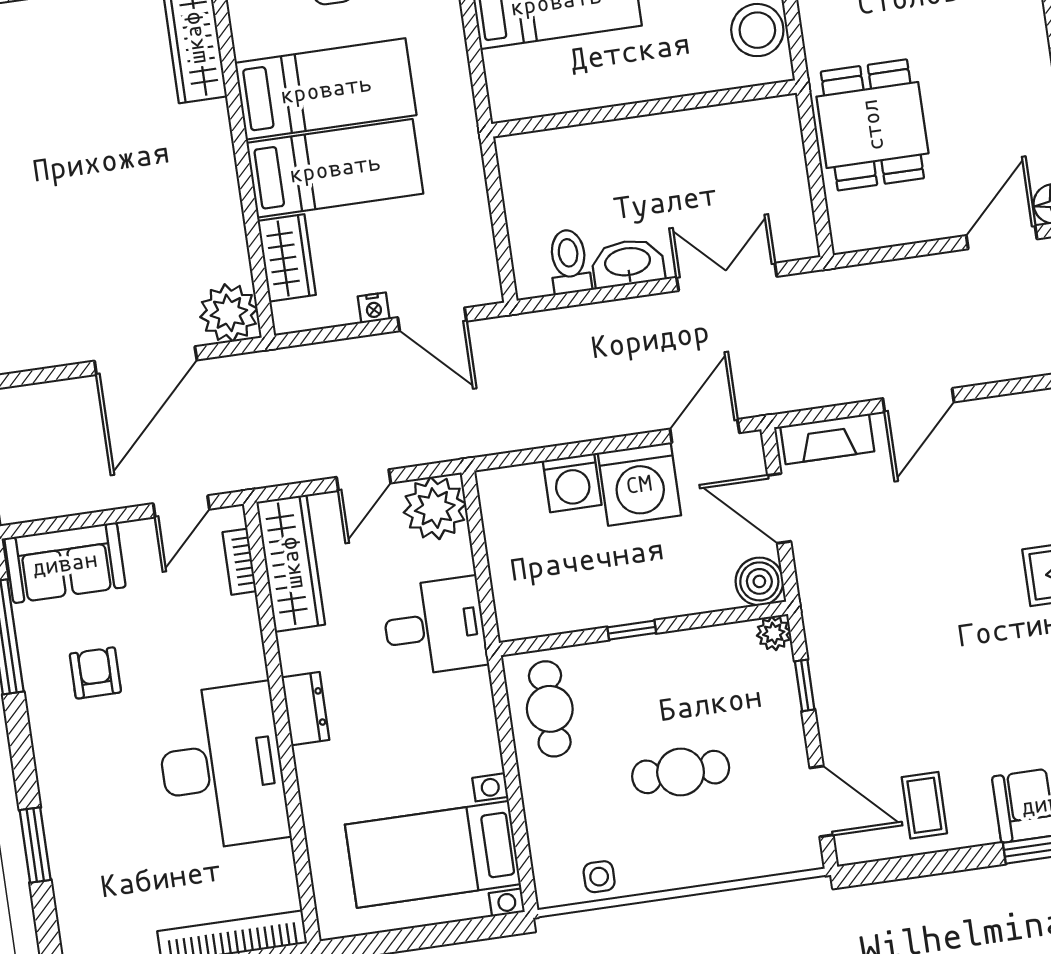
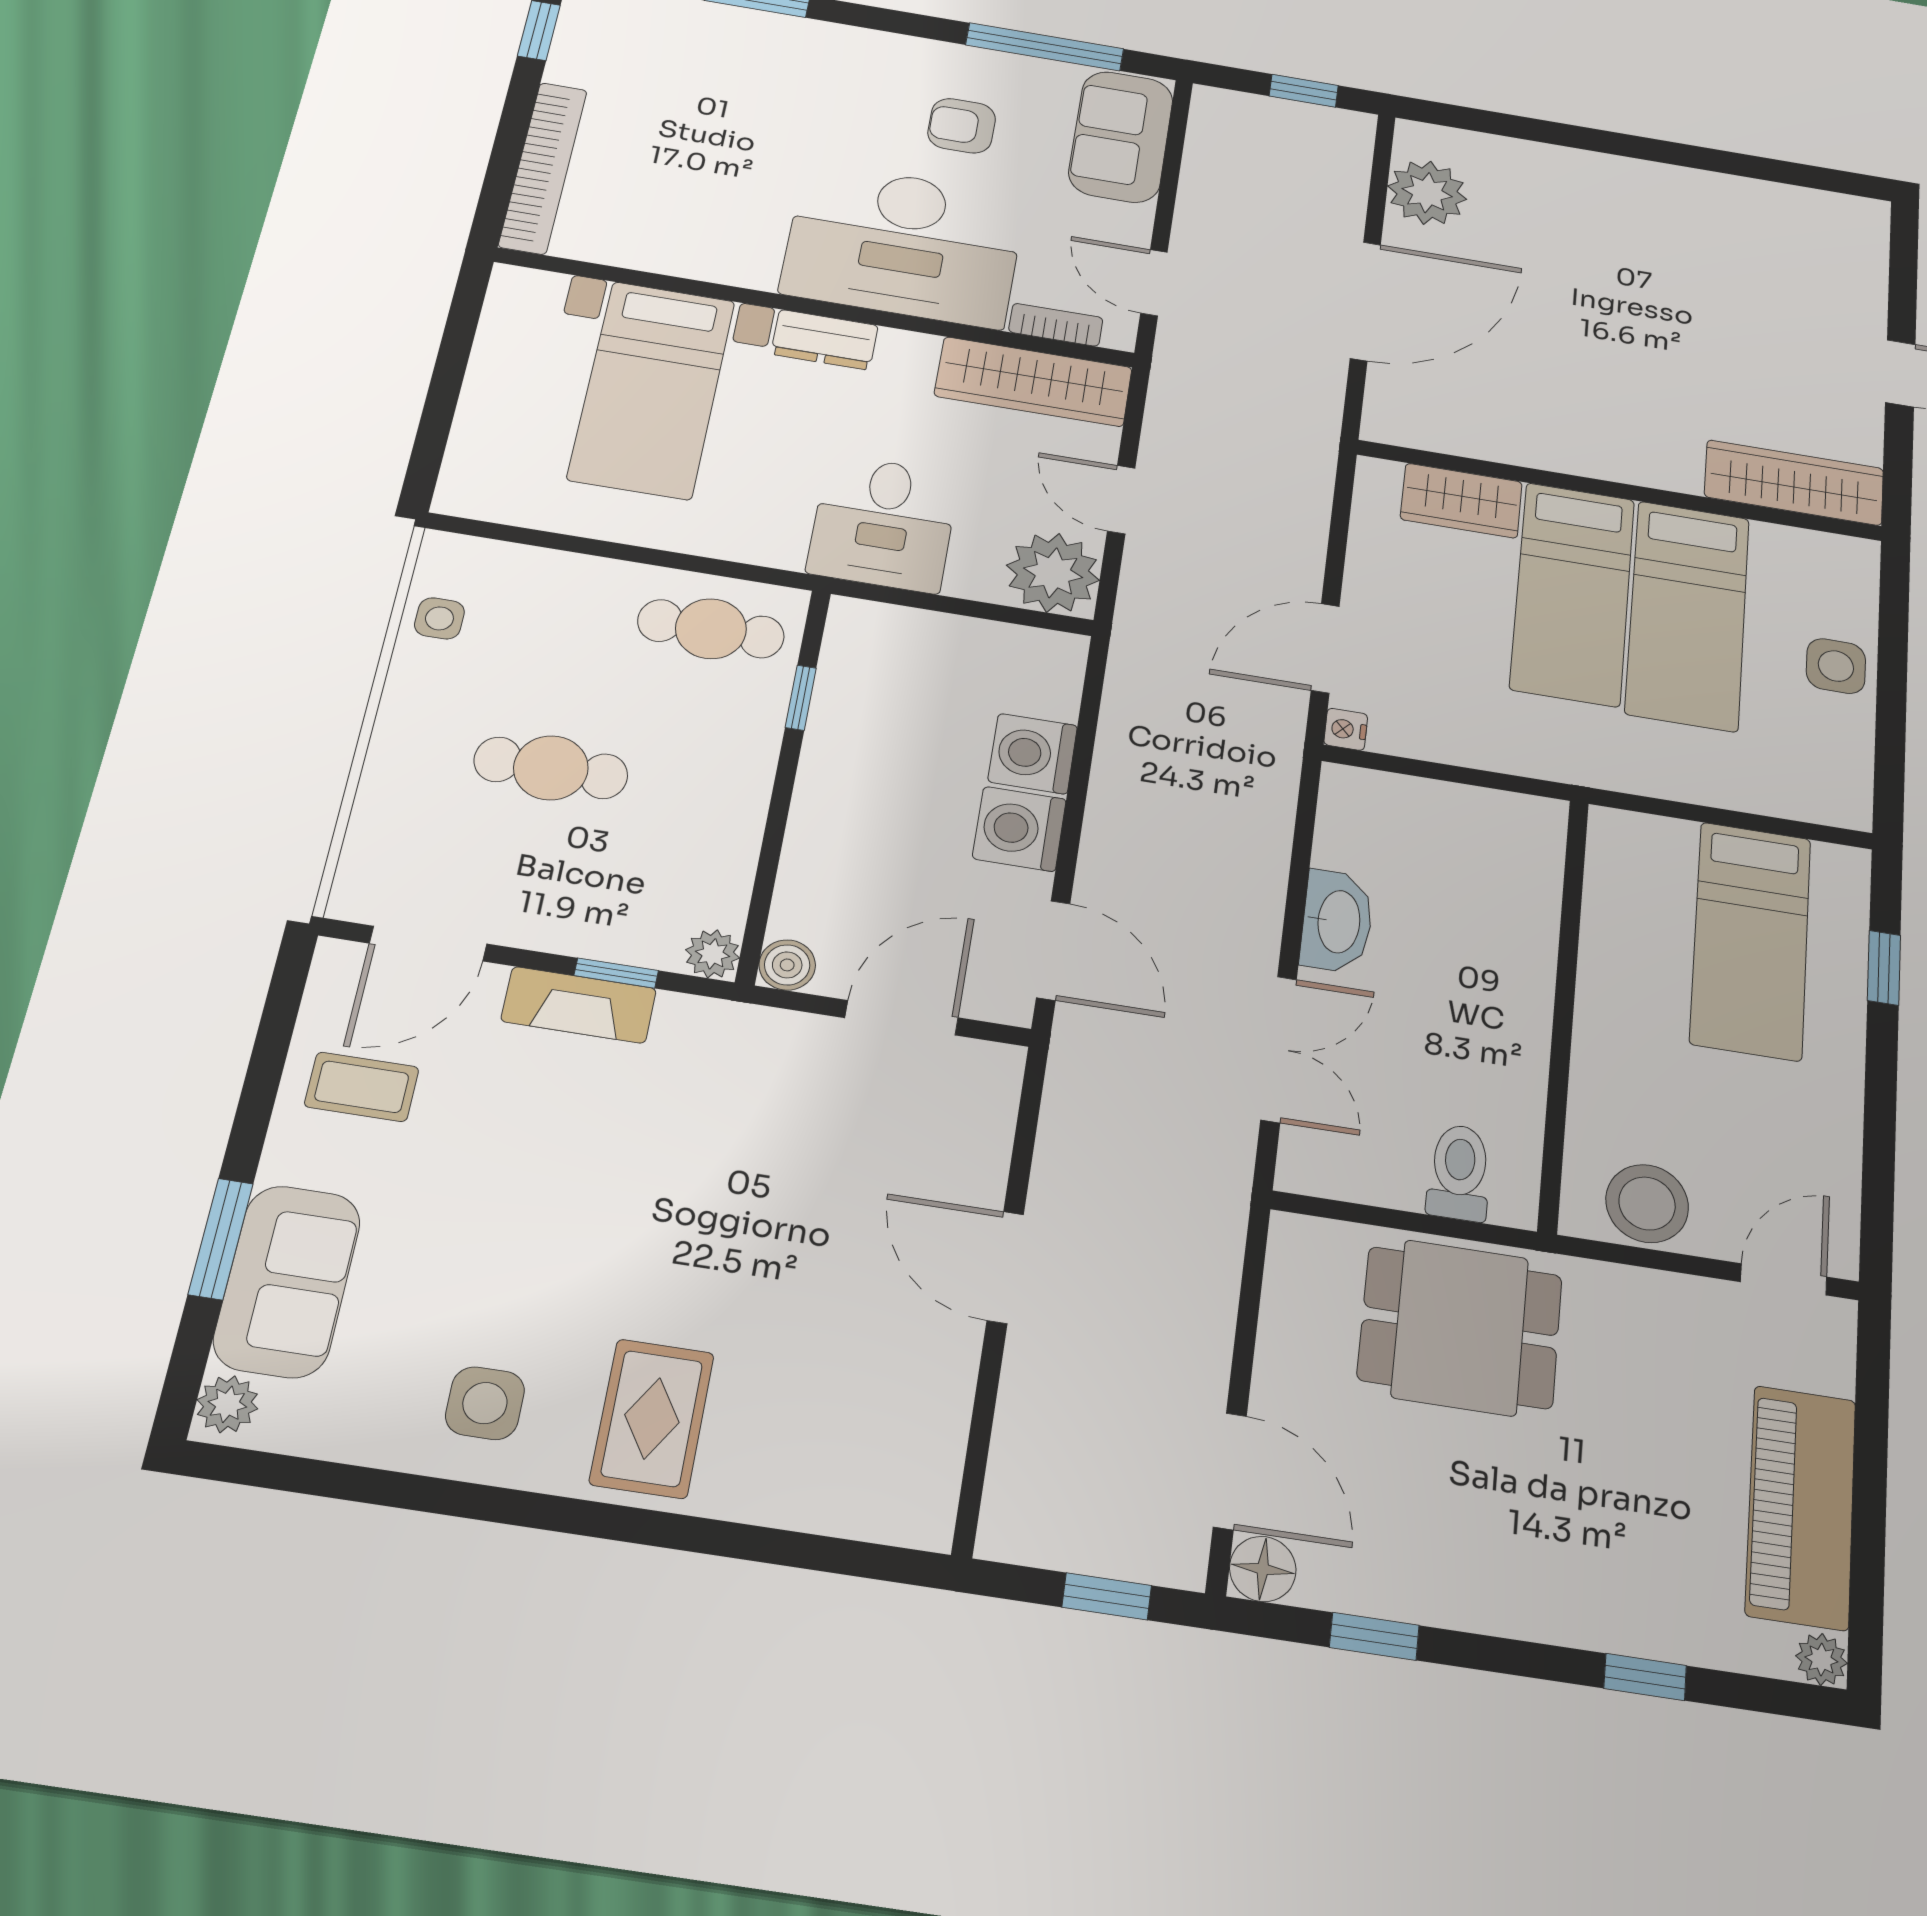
toilet: (569, 262) -> (1459, 1172), moved, turned -90
nightstand: (374, 308) -> (1346, 729), moved
plant: (229, 313) -> (1427, 193), moved
door: (146, 361) -> (1365, 301), swing flipped
fireplace: (827, 439) -> (579, 1005), moved, turned -90
washing machine: (639, 484) -> (1019, 829), width x0.73, depth x0.73
boiler: (759, 581) -> (787, 965), width x0.73, depth x0.73
window: (632, 630) -> (801, 698), moved
armchair: (95, 673) -> (962, 126), turned 180
desk: (222, 767) -> (904, 245), moved
cafe table: (681, 772) -> (551, 768), turned 90
bed with nightstands: (433, 854) -> (652, 390), moved, turned 180

